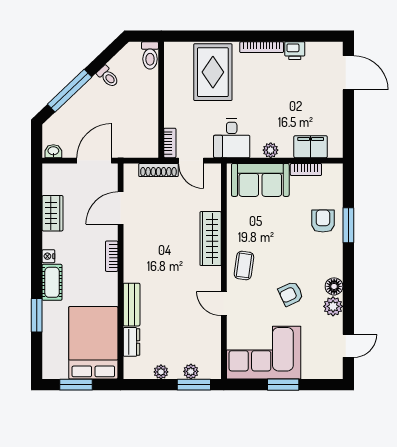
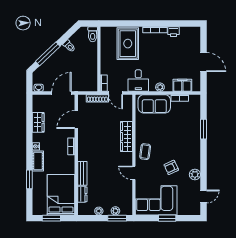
door: (348, 73) -> (203, 62), moved
armchair: (323, 221) -> (189, 127), removed
floor lamp: (334, 286) -> (195, 163), removed

